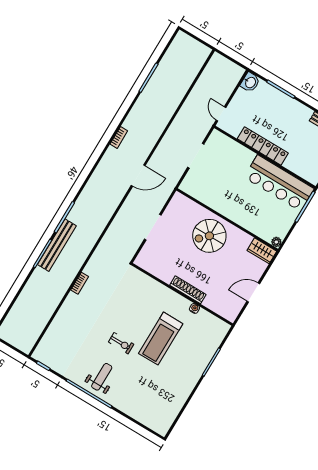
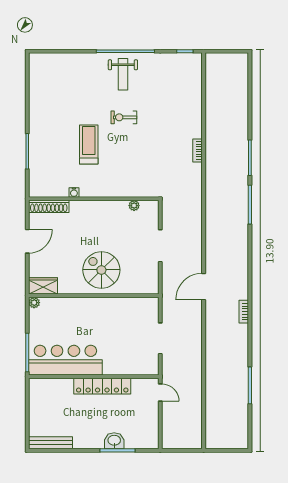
washbasin: (250, 82) -> (114, 441), moved, turned 90
spiral stairs: (209, 236) -> (101, 270), turned -90
bench: (57, 245) -> (241, 174), removed
plant: (154, 270) -> (134, 206), added
shoe rack: (188, 290) -> (49, 206), moved
treadmill: (161, 339) -> (89, 144), width x0.73, depth x0.73

